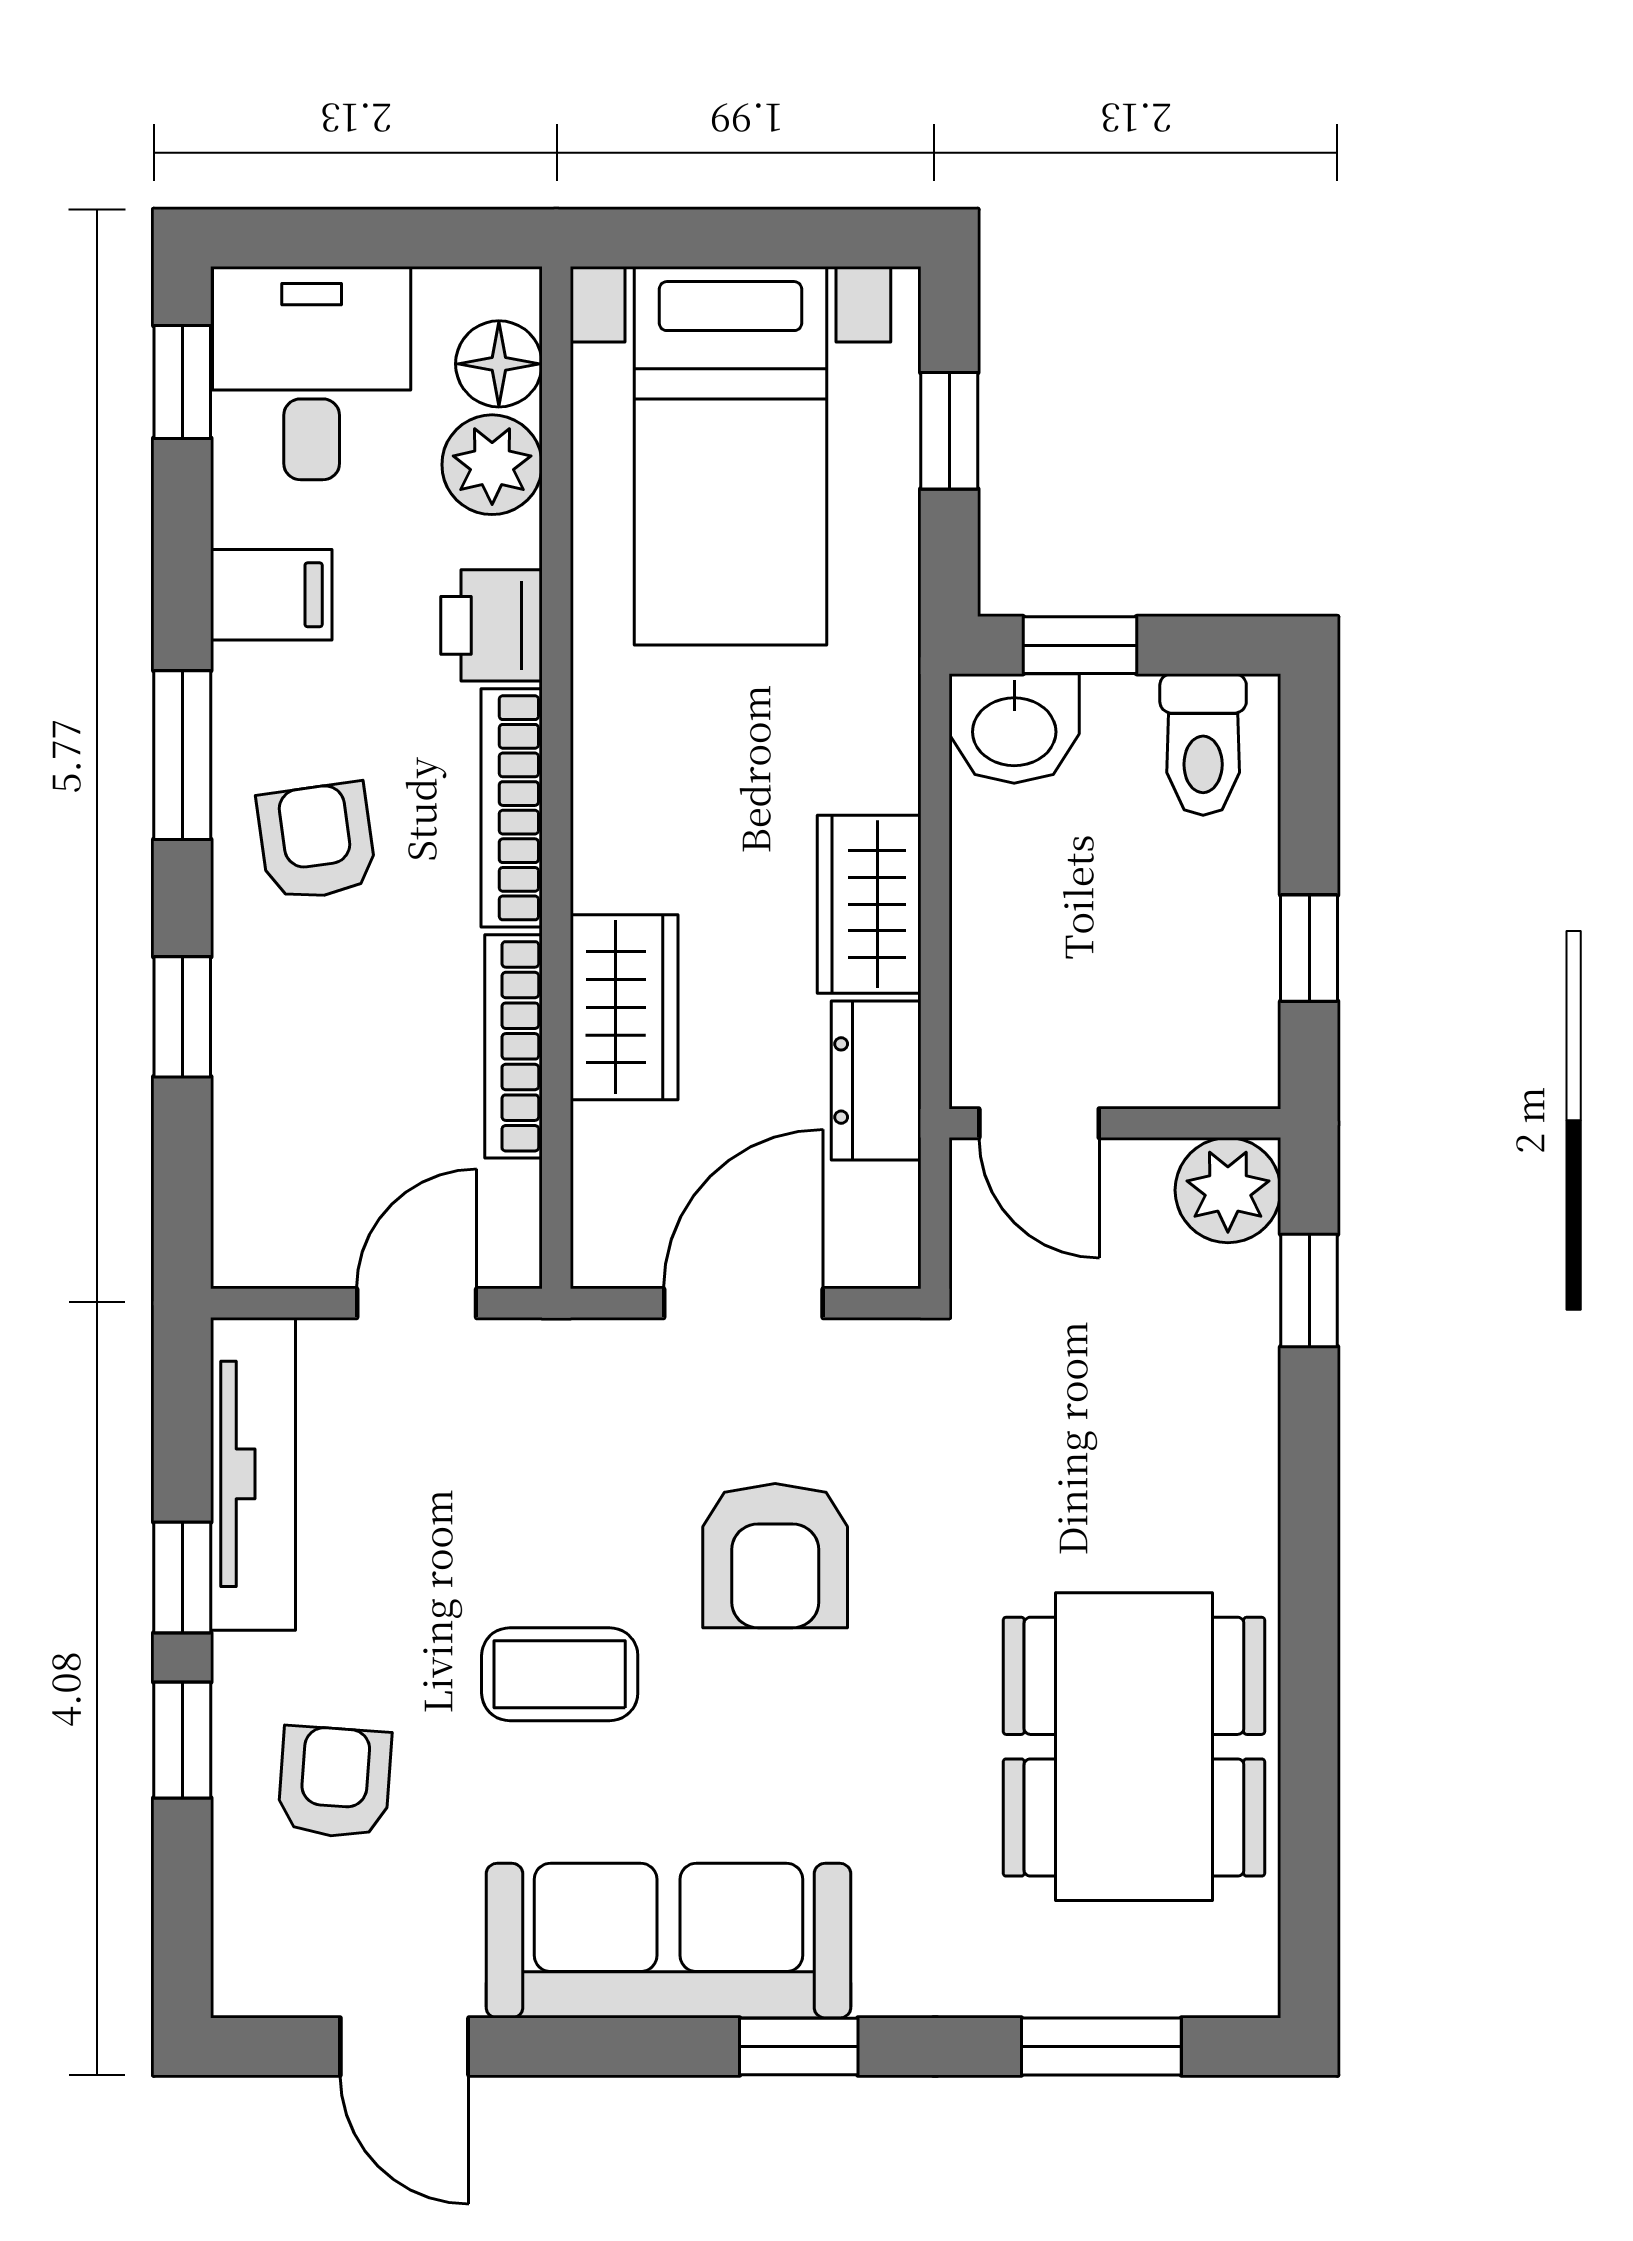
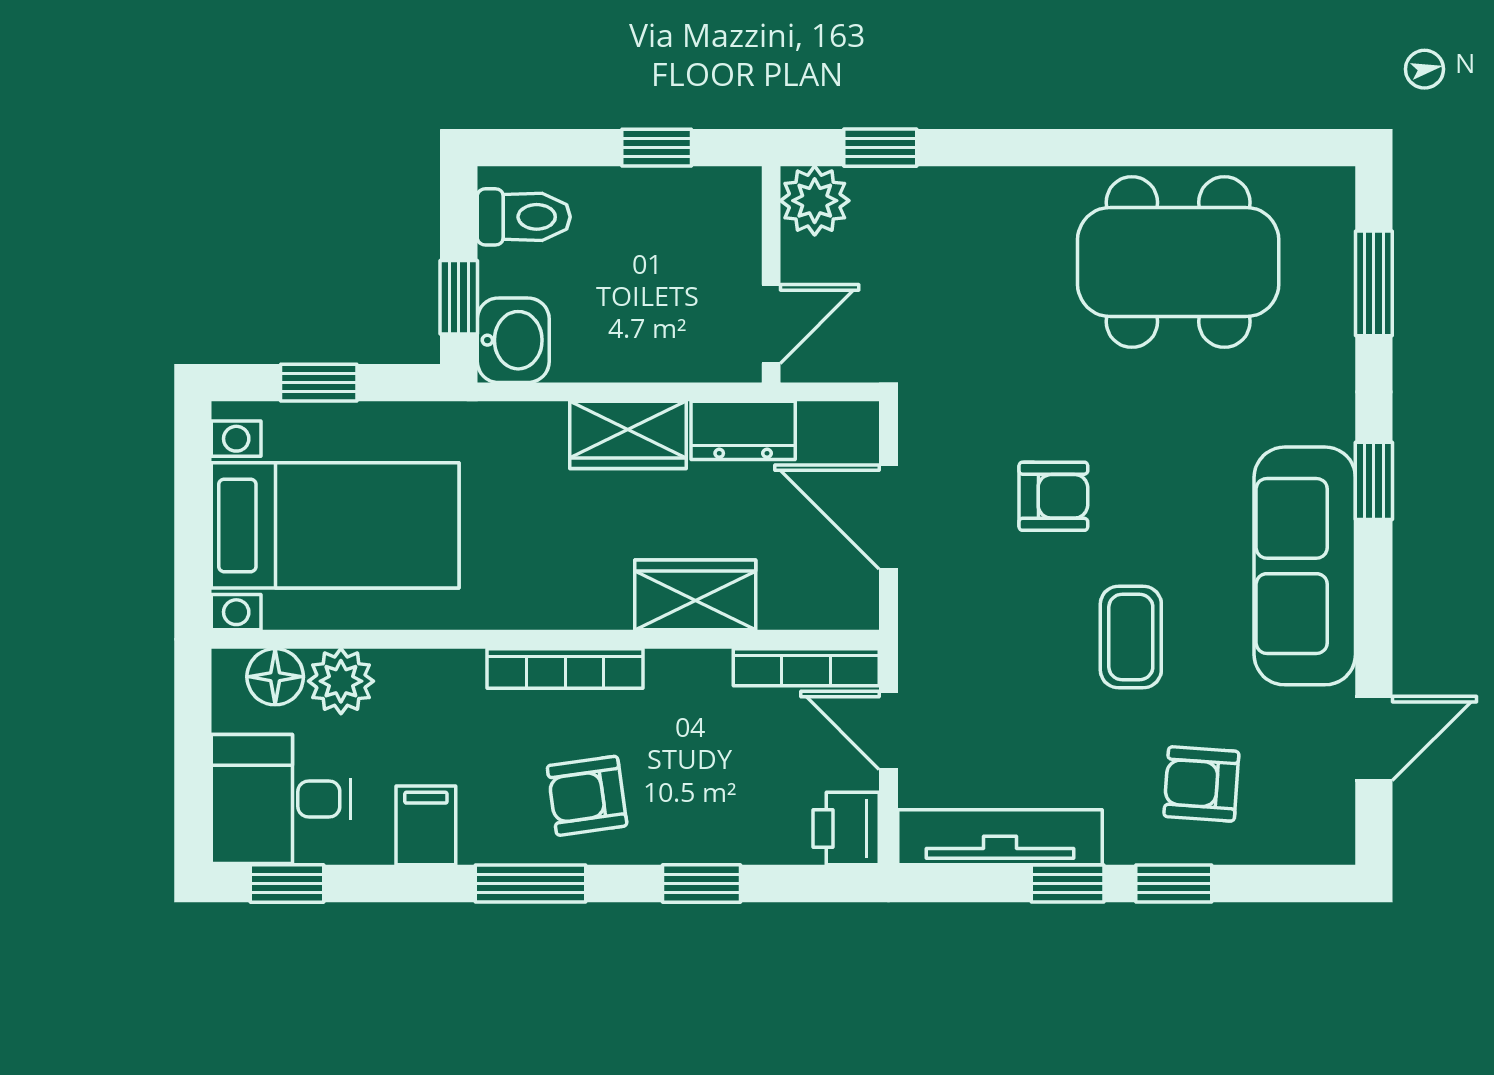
printer: (491, 625) -> (846, 829), moved, turned 90
bookcase: (513, 1046) -> (806, 667), moved
armchair: (775, 1556) -> (1053, 496), width x0.72, depth x0.72

